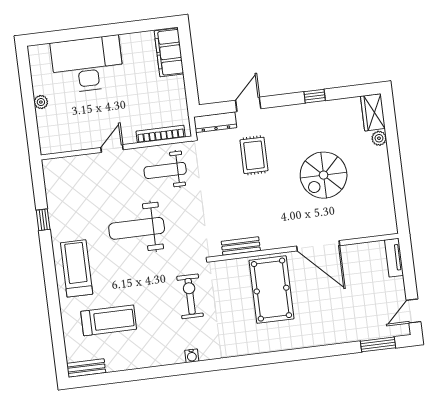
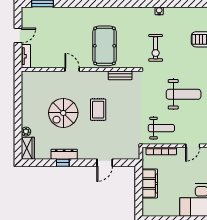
filing cabinet: (169, 52) -> (150, 183), moved
dresser: (215, 122) -> (64, 154), moved
rug: (254, 155) -> (98, 110), moved
spiral stairs: (324, 175) -> (63, 113), turned 180
door: (318, 246) -> (72, 69), width x0.53
door: (413, 311) -> (18, 35), moved

